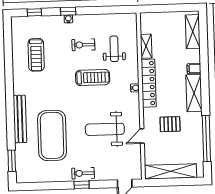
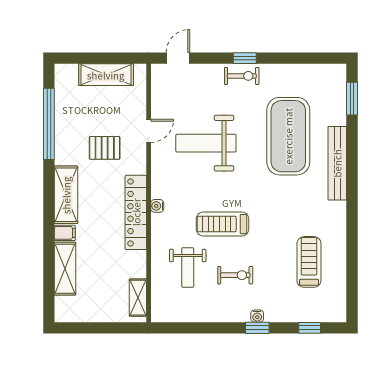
shelving: (193, 32) -> (65, 269), moved
shelving: (146, 46) -> (138, 298), moved
weight bench: (105, 129) -> (206, 143), turned 180
shelving: (171, 171) -> (106, 75), width x0.68

